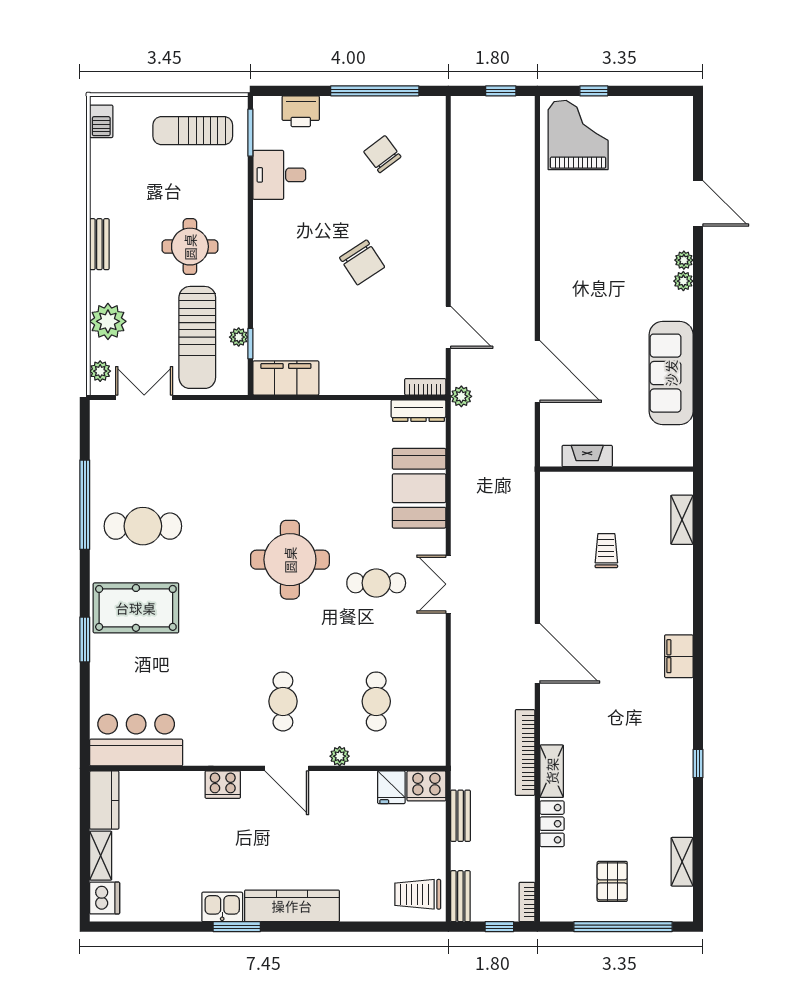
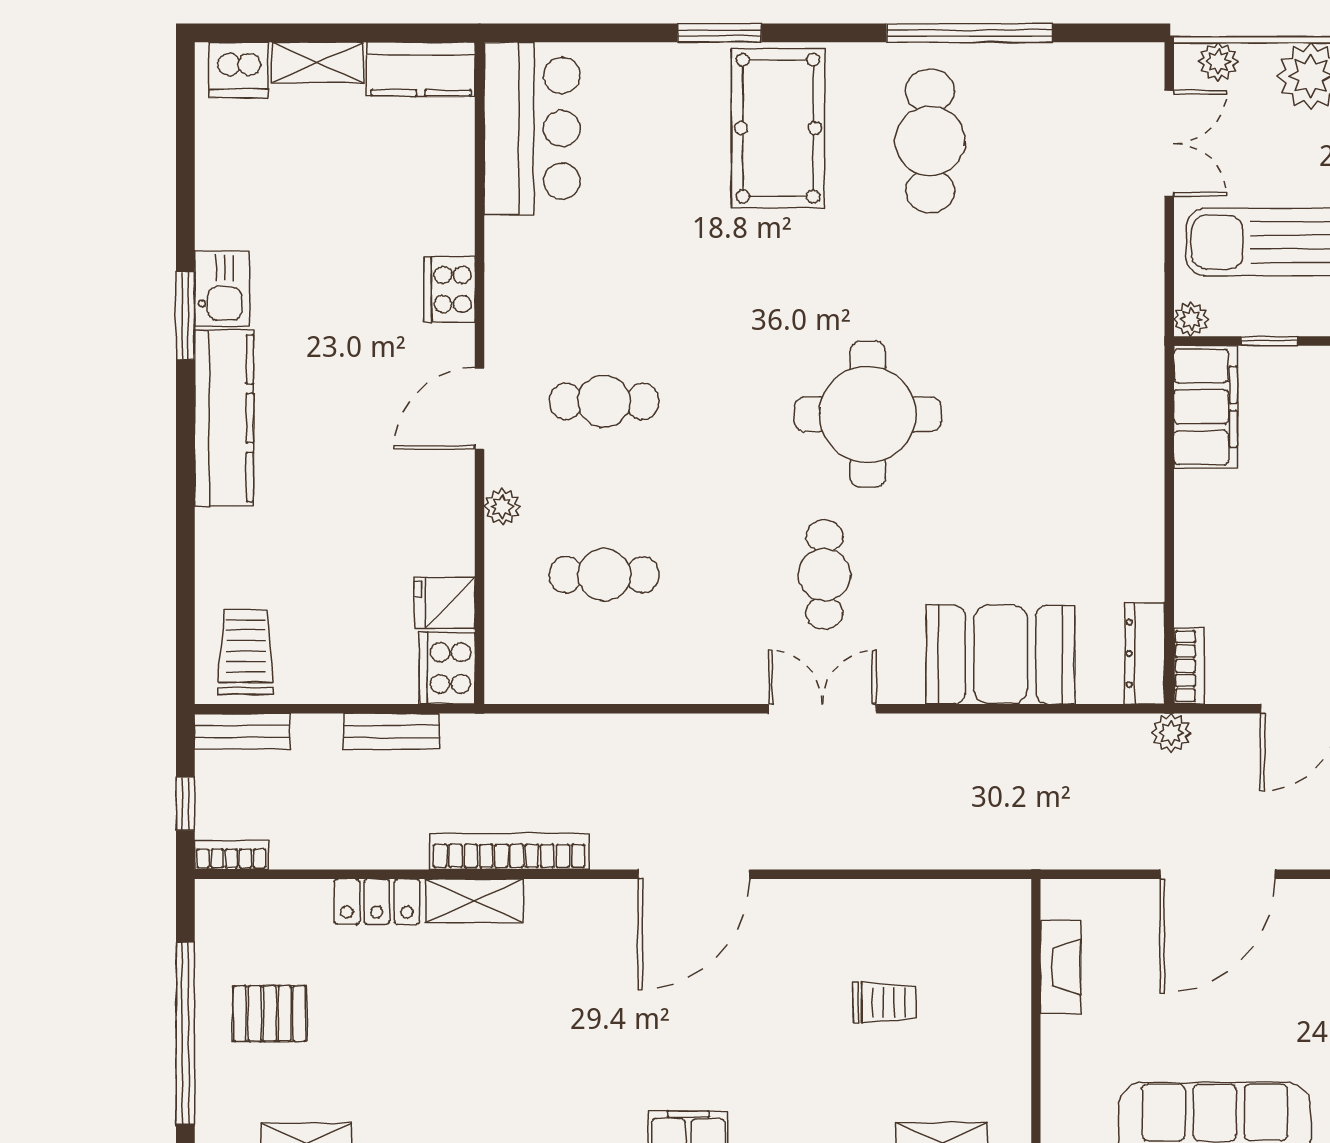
plant: (239, 337) -> (1191, 319), moved

